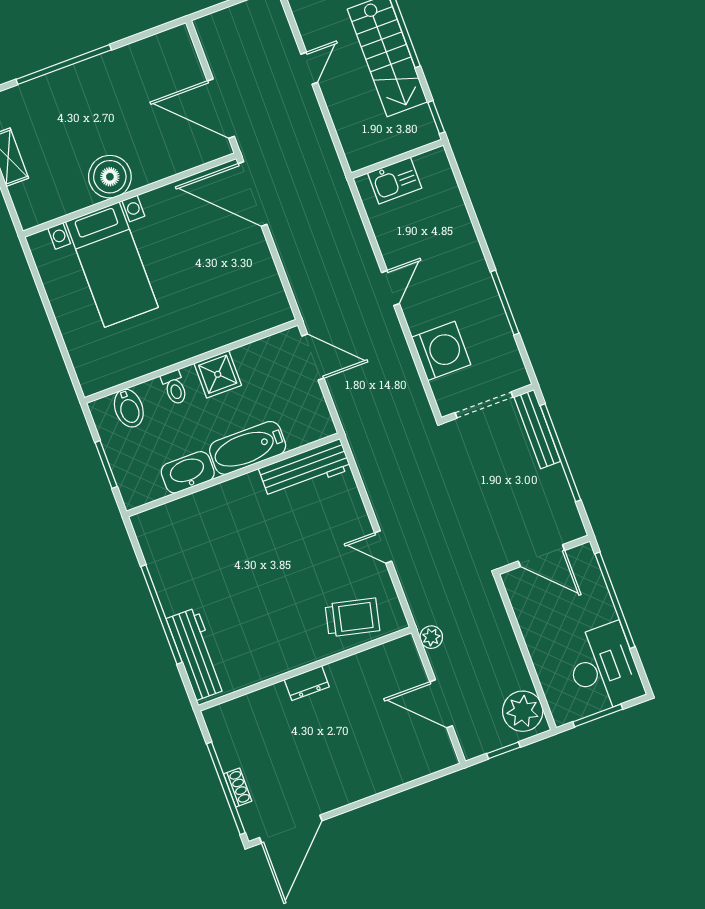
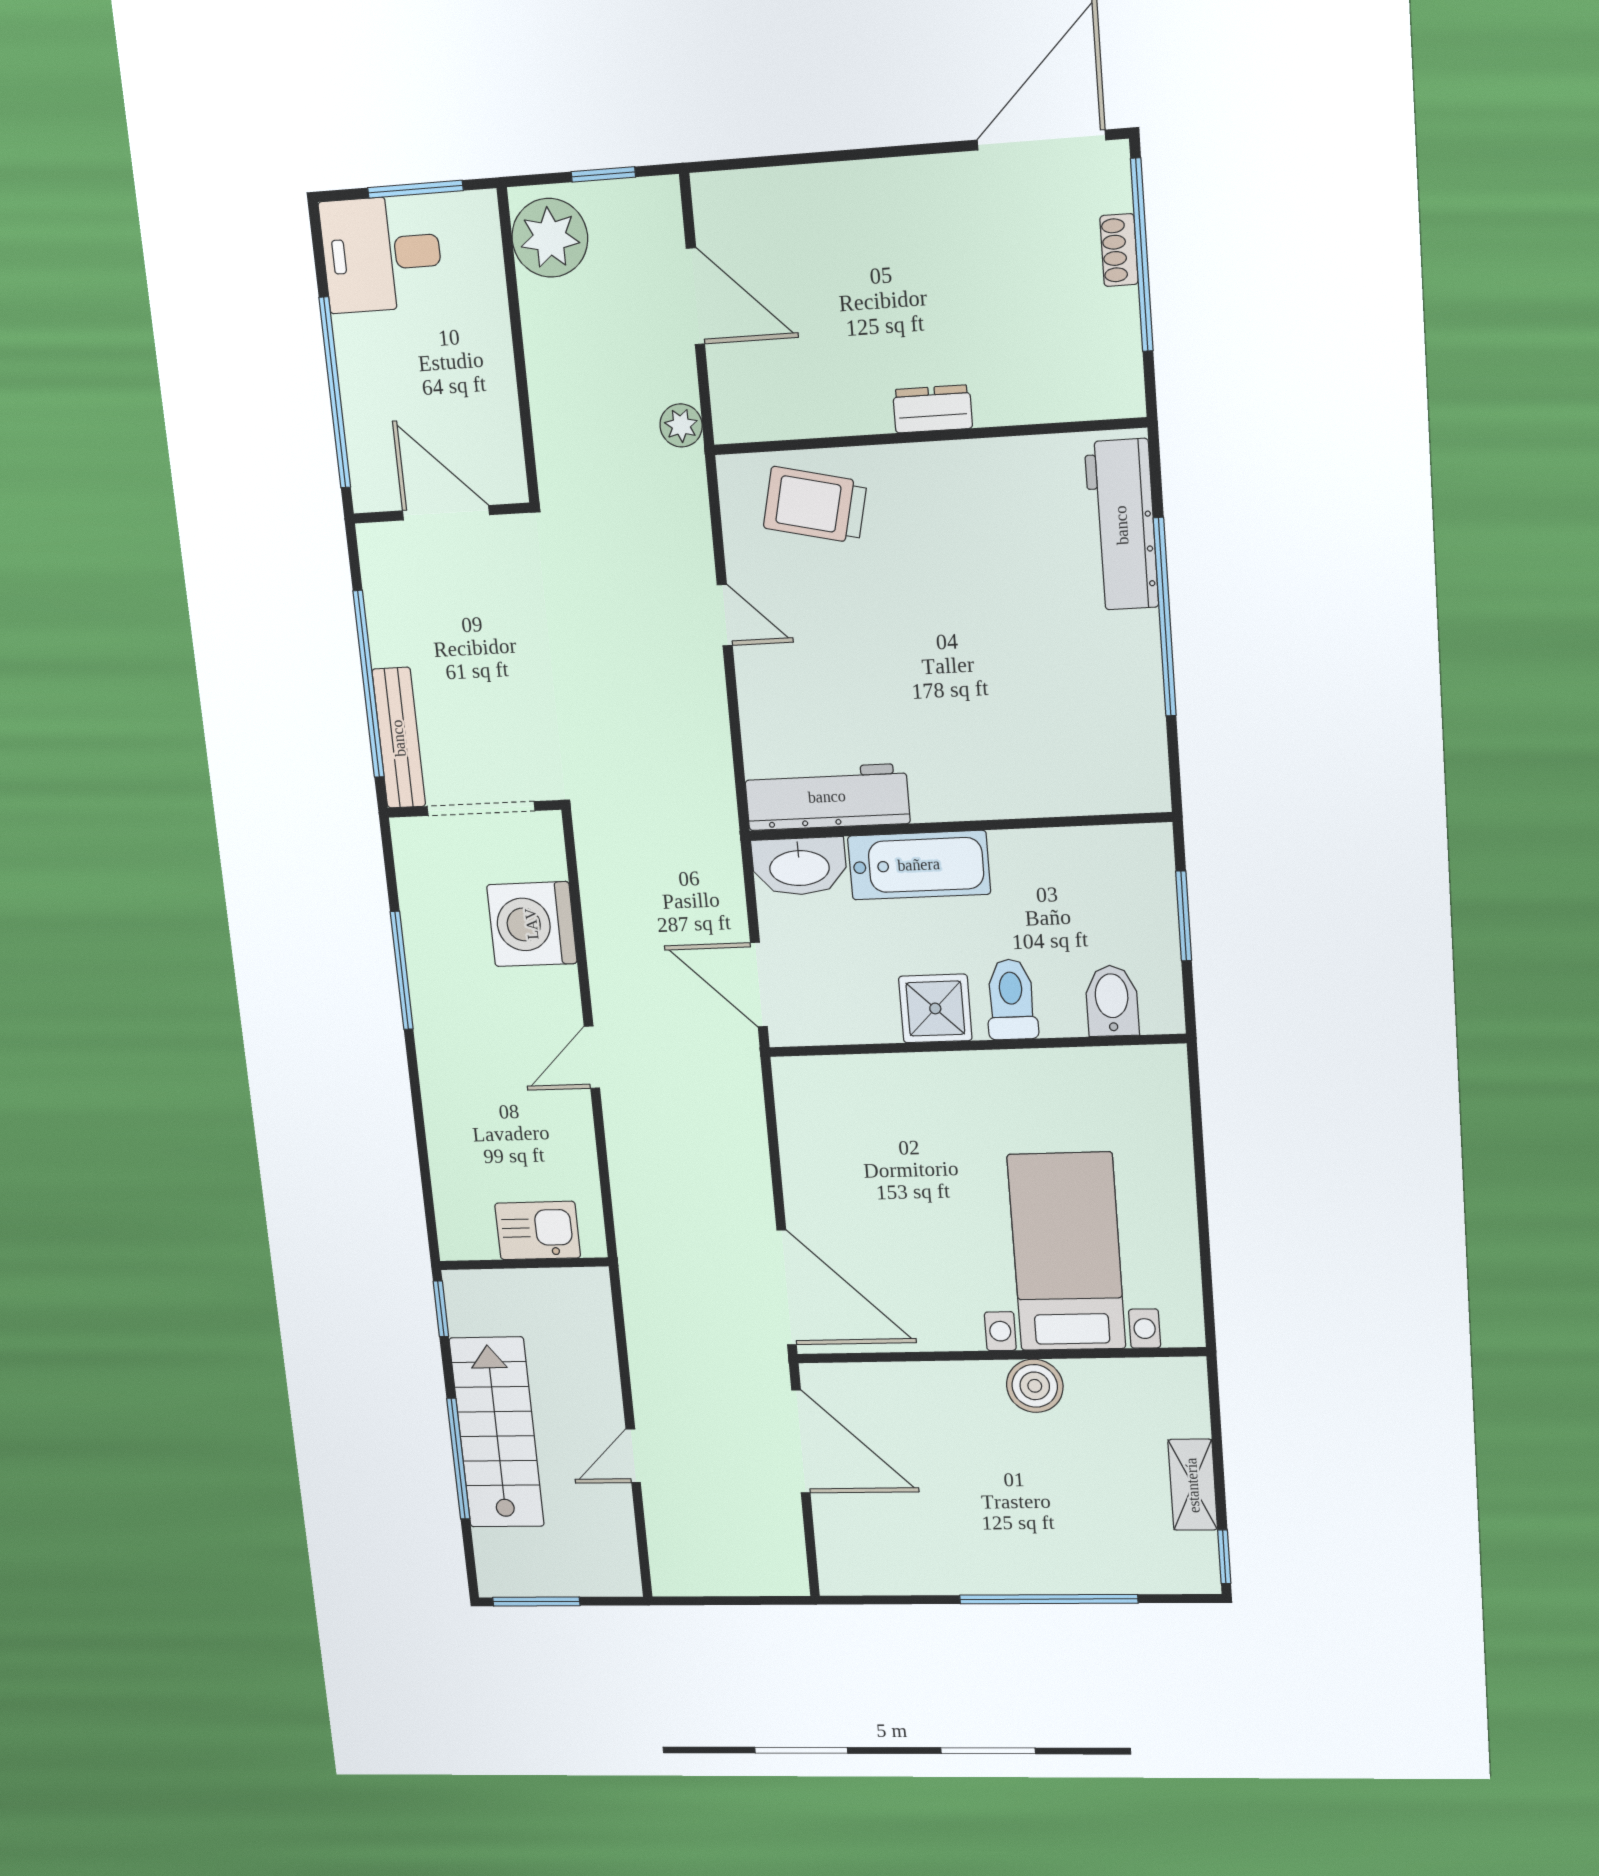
boiler: (110, 177) -> (1035, 1386), width x0.73, depth x0.73
toilet: (175, 387) -> (1011, 999), width x1.37, depth x1.39
washbasin: (188, 472) -> (799, 866), moved
desk: (604, 668) -> (382, 254), width x0.73

